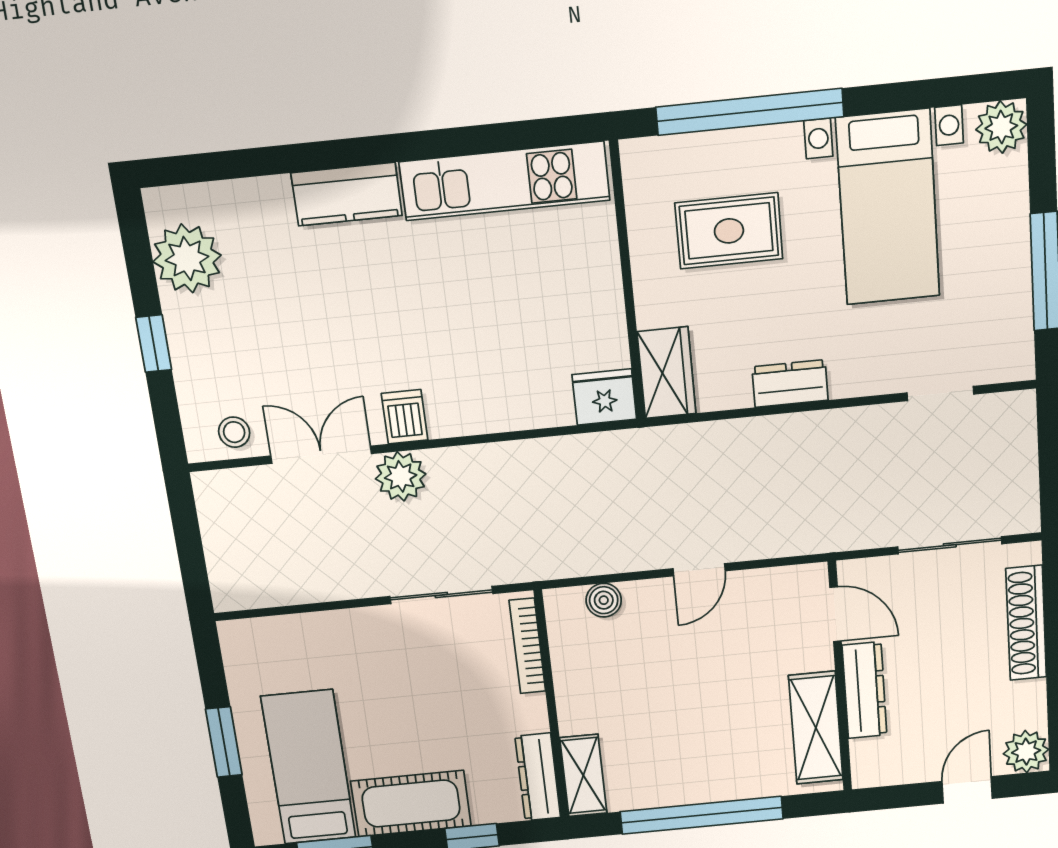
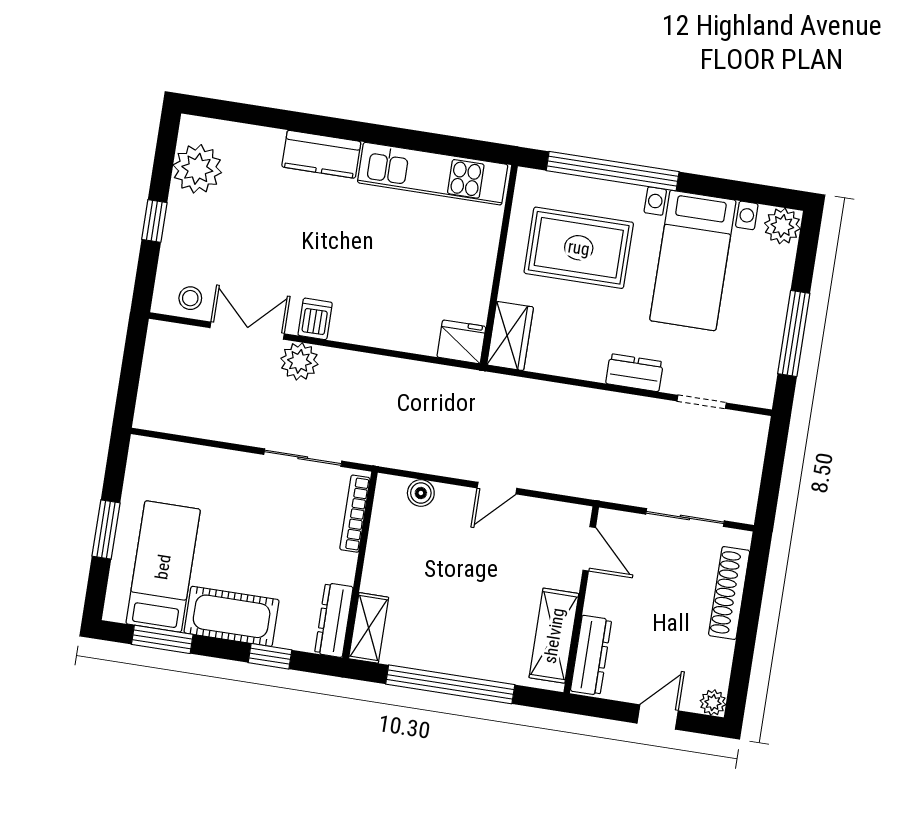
rug: (729, 231) -> (579, 248), width x1.36, depth x1.43
dresser: (790, 384) -> (634, 373), moved
dresser: (865, 690) -> (591, 655), moved
plant: (1026, 752) -> (713, 703), width x0.73, depth x0.73

